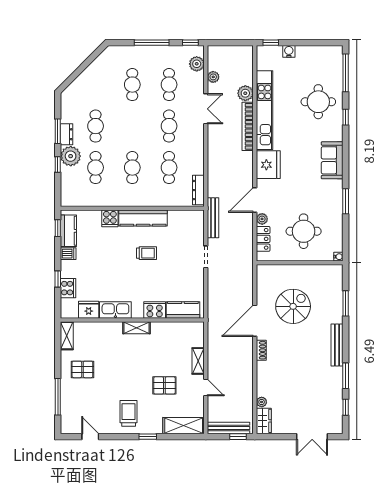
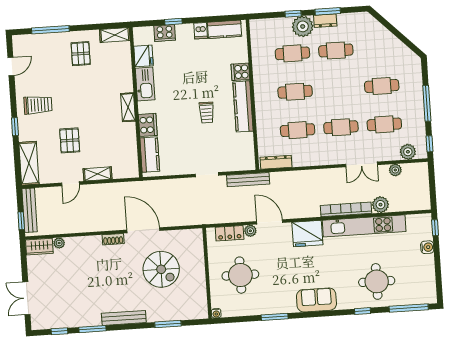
window: (58, 228) -> (227, 18), removed

